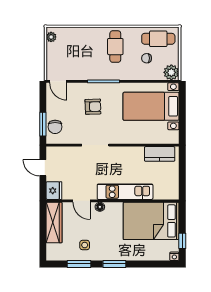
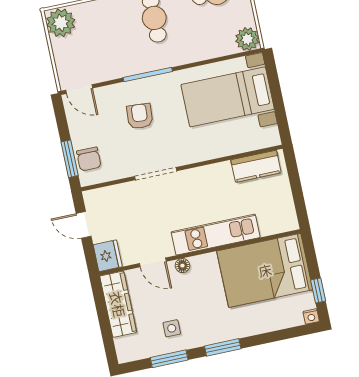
plant: (51, 37) -> (61, 23), width x1.87, depth x1.87
chair: (147, 58) -> (205, 26), removed
armchair: (93, 107) -> (140, 116), turned -84

